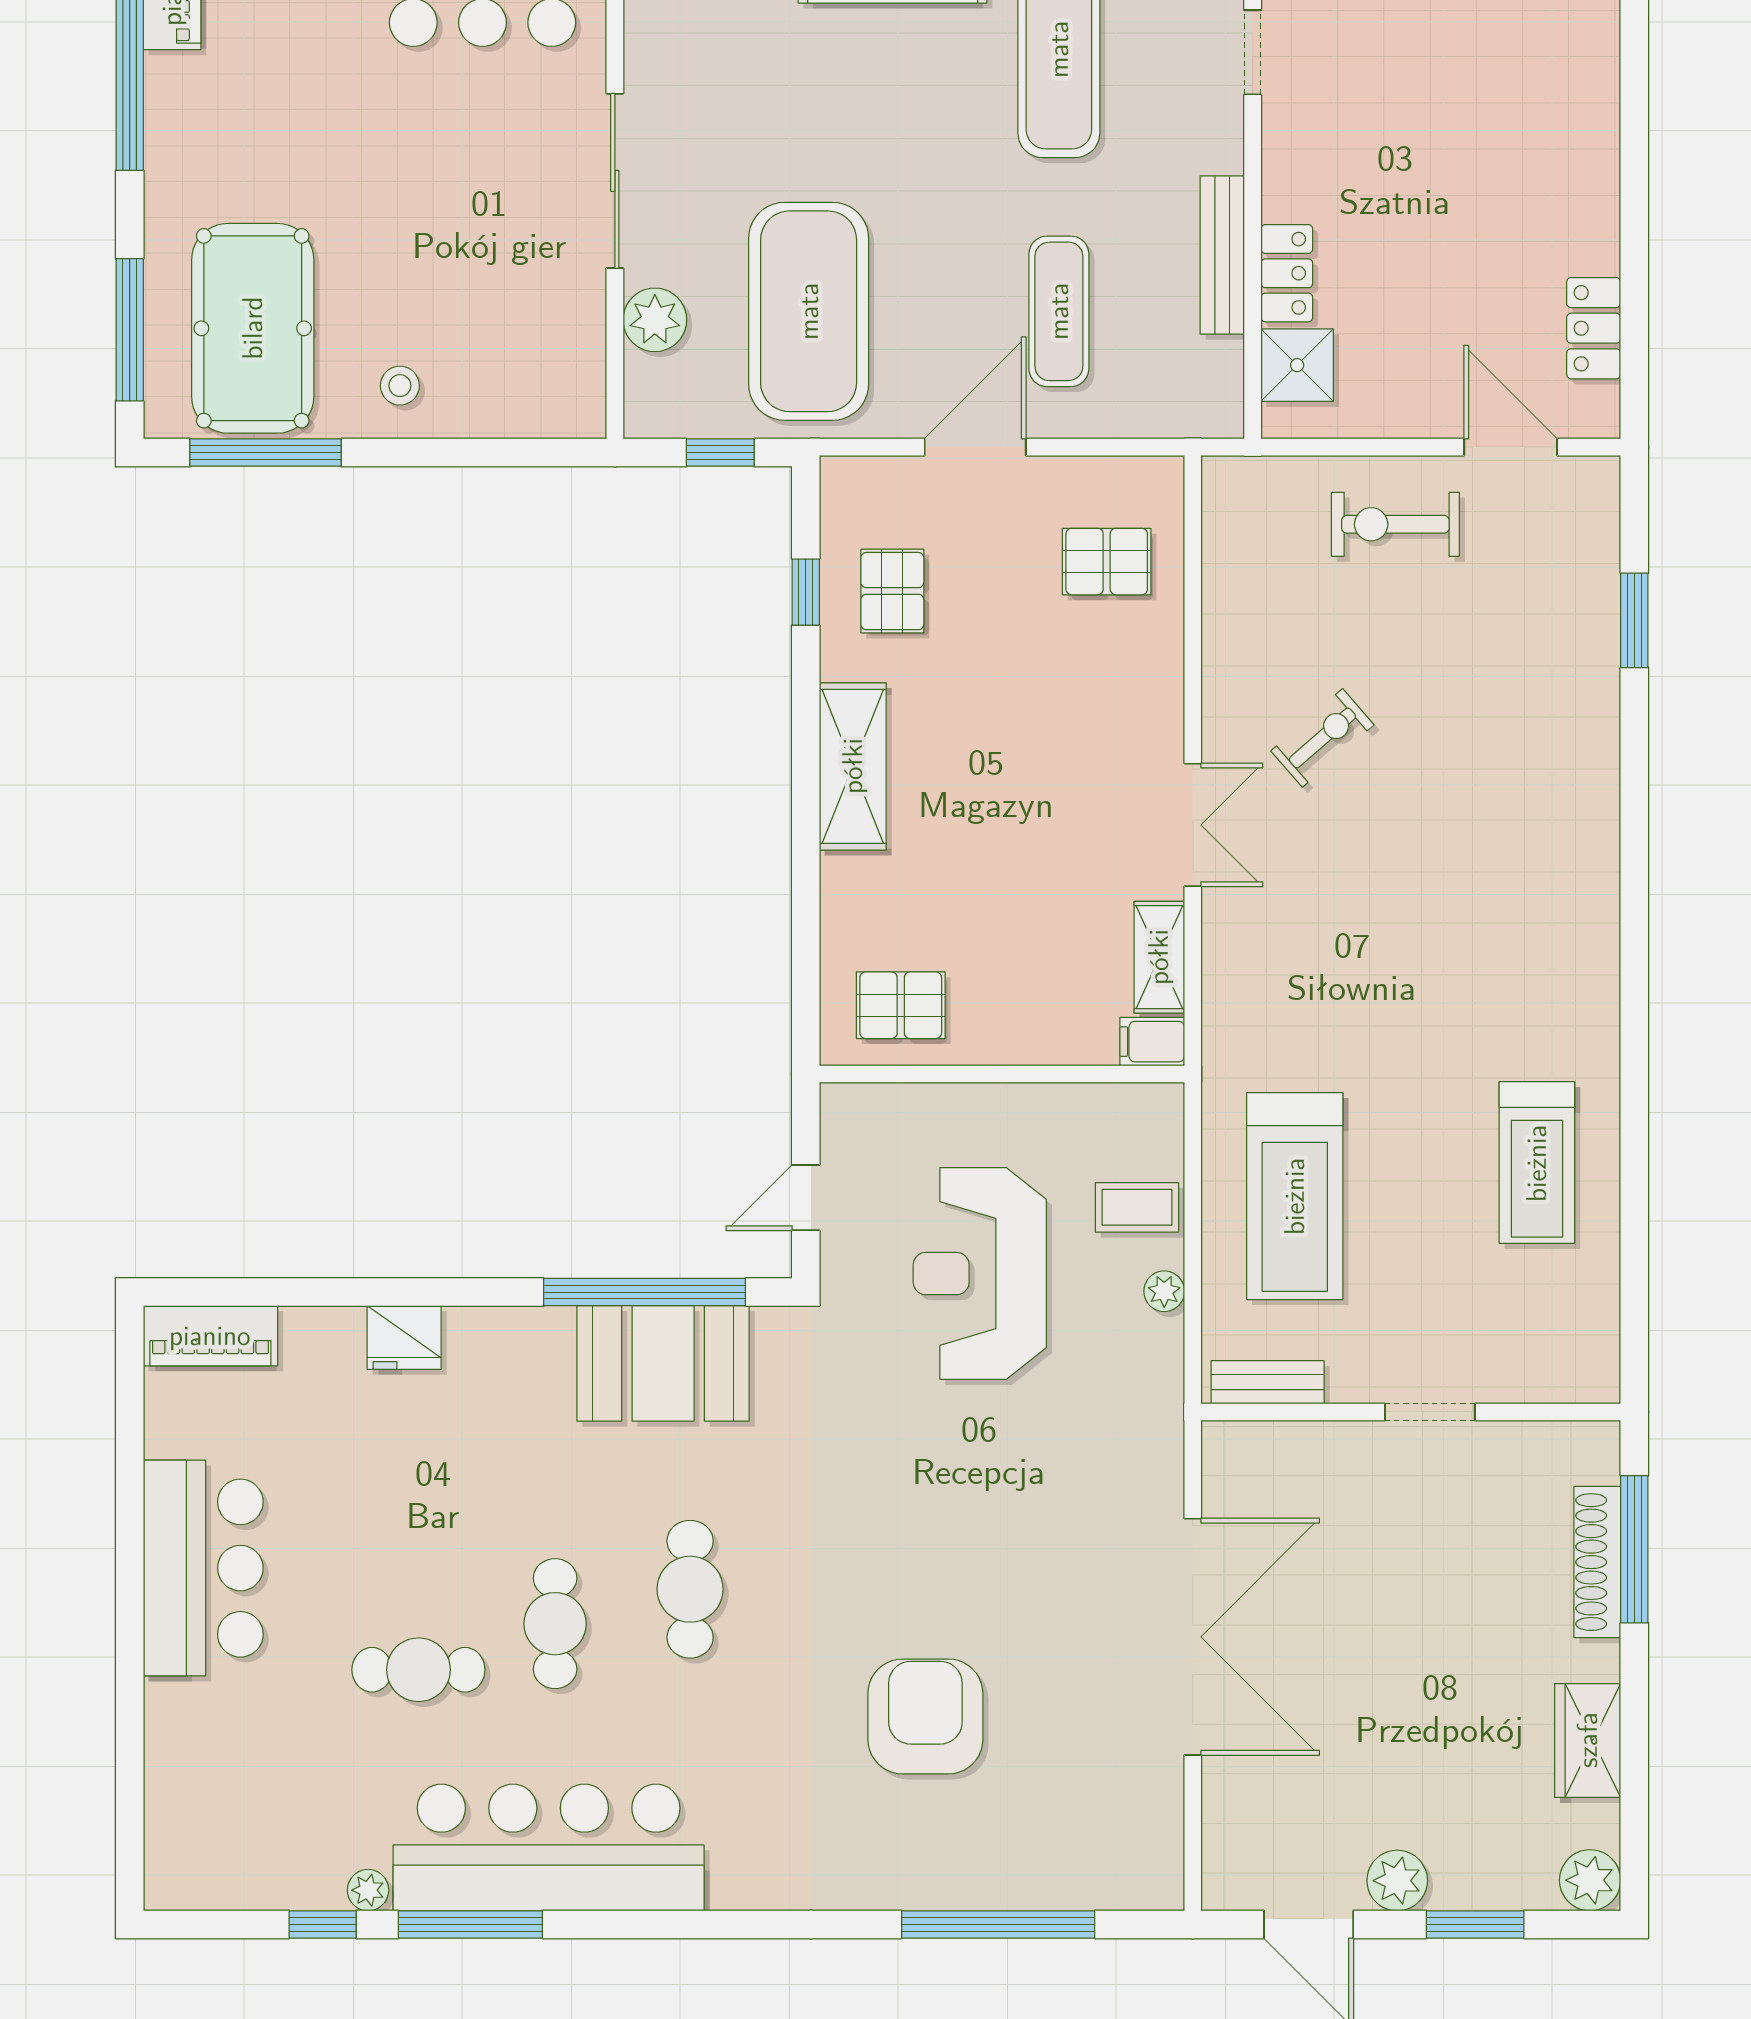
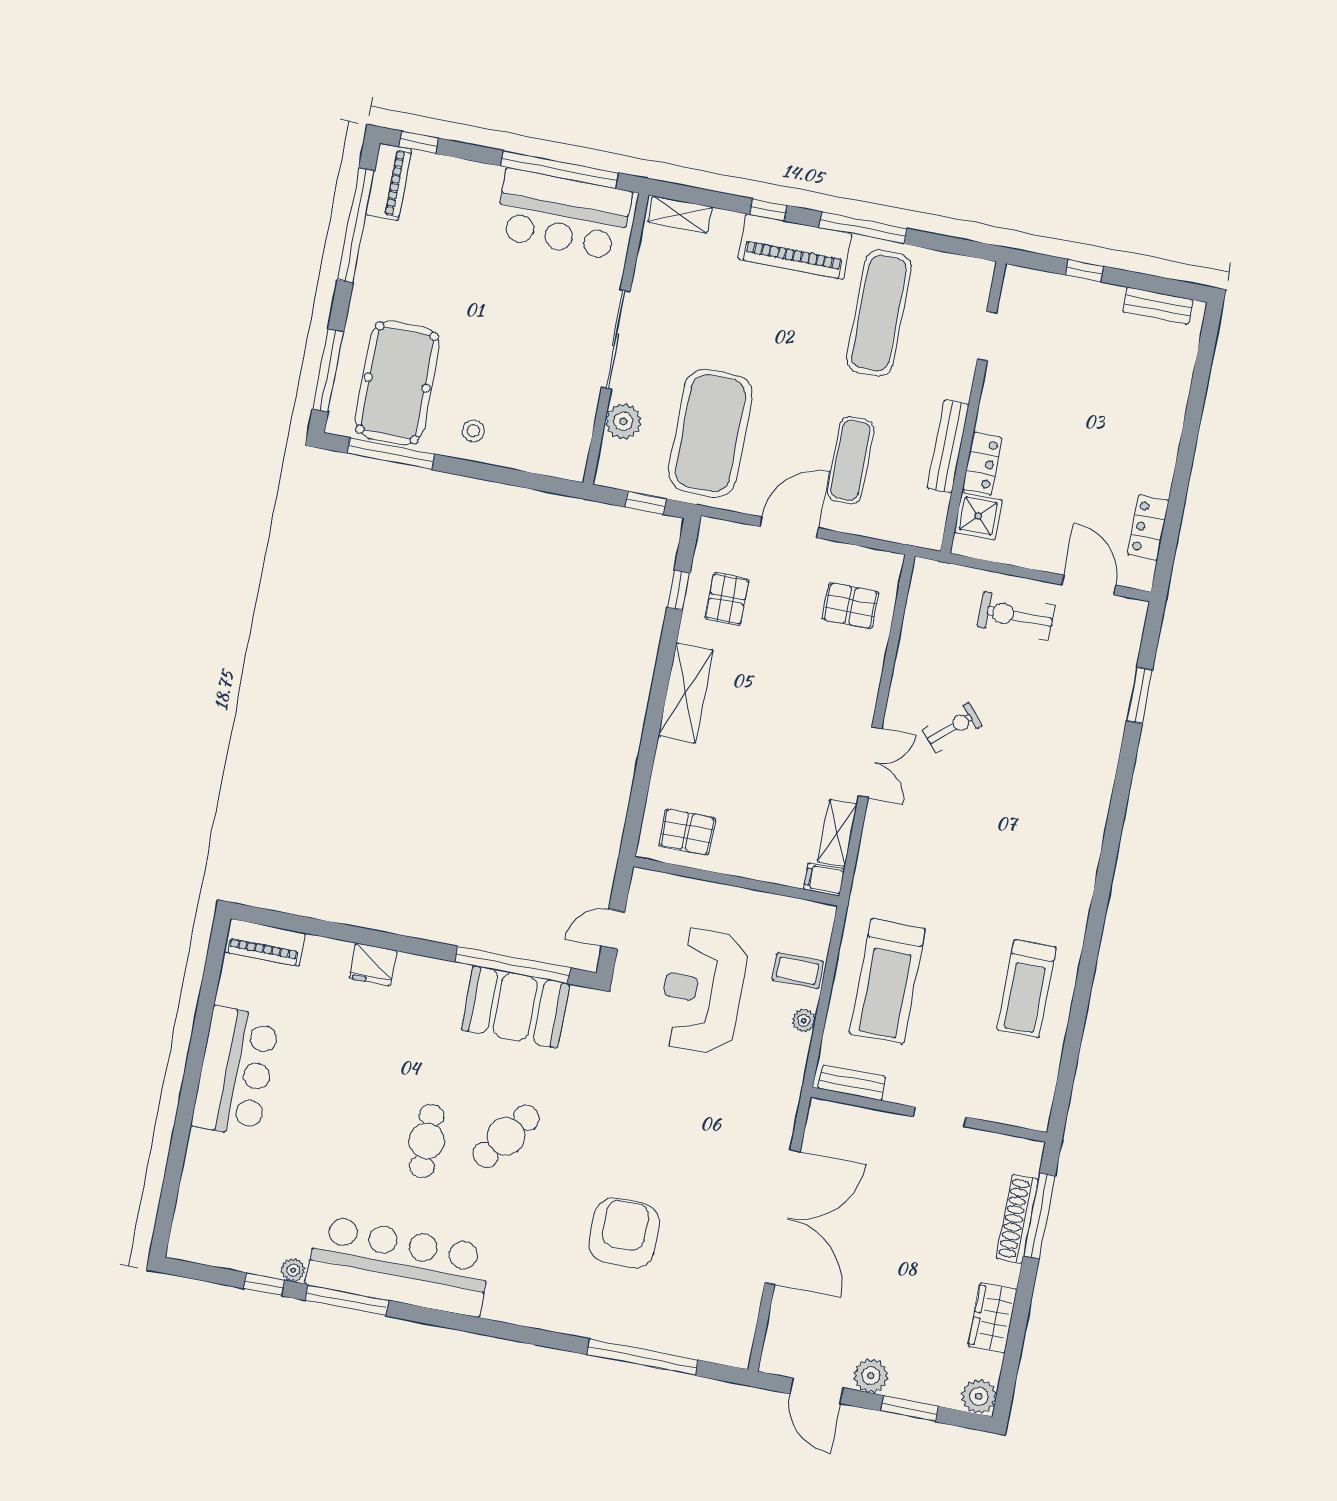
cafe table: (690, 1589) -> (506, 1136), turned 37
cafe table: (418, 1670) -> (345, 1152), removed

